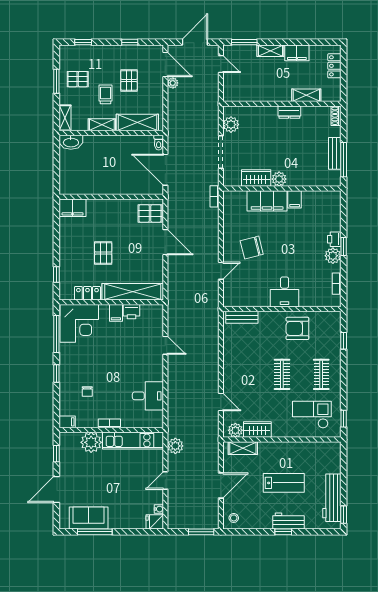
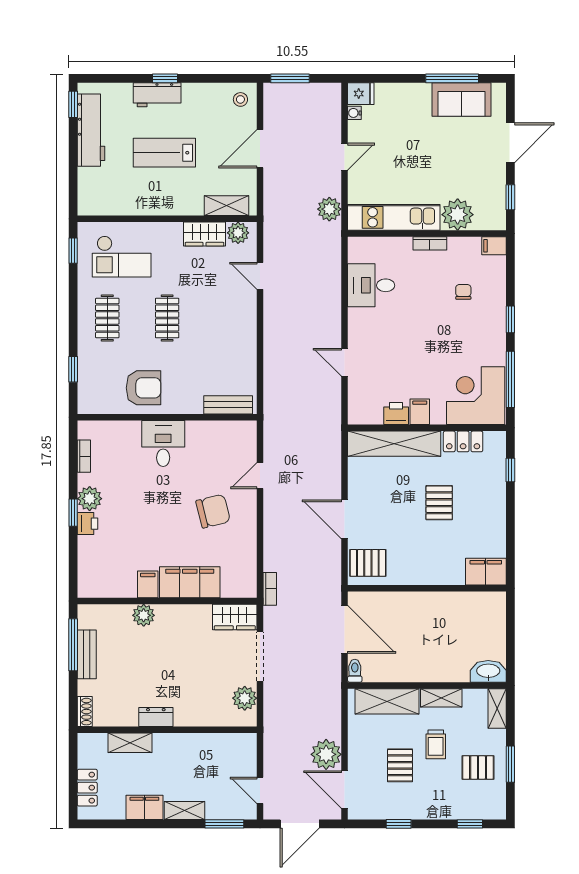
plant: (173, 83) -> (326, 754), width x1.88, depth x1.88
wardrobe: (256, 178) -> (235, 617), moved
plant: (279, 179) -> (144, 615), moved

